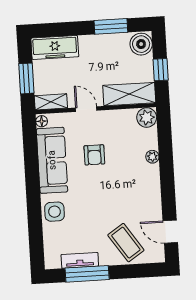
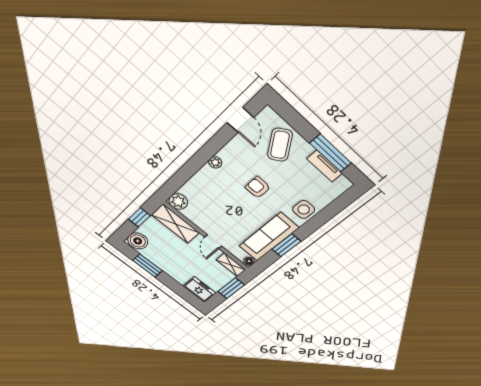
freezer: (55, 47) -> (199, 290), width x0.71
armchair: (94, 155) -> (258, 188), moved, turned -90
plant: (152, 157) -> (215, 162), moved
window: (32, 168) -> (286, 245), added

